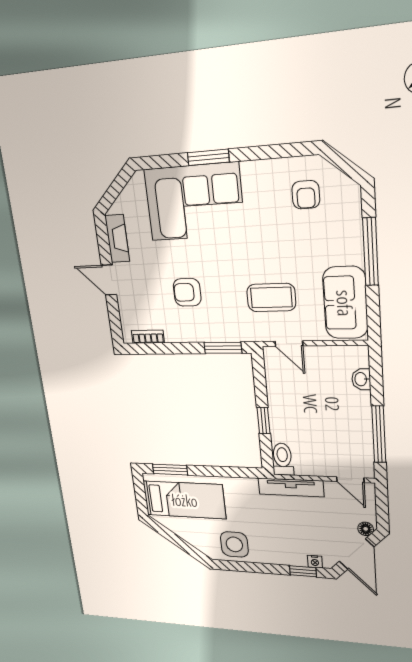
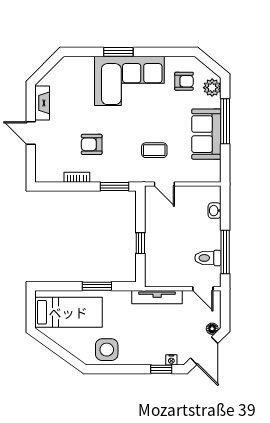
armchair: (306, 195) -> (184, 81), turned -90
corner sofa: (194, 202) -> (129, 81), moved
plant: (348, 202) -> (212, 88), added
coffee table: (271, 298) -> (154, 150), width x0.73, depth x0.77
sofa: (345, 303) -> (206, 134), moved
bookcase: (148, 337) -> (77, 177), moved
toilet: (283, 459) -> (208, 258), moved, turned -90
window: (170, 470) -> (97, 286), moved

